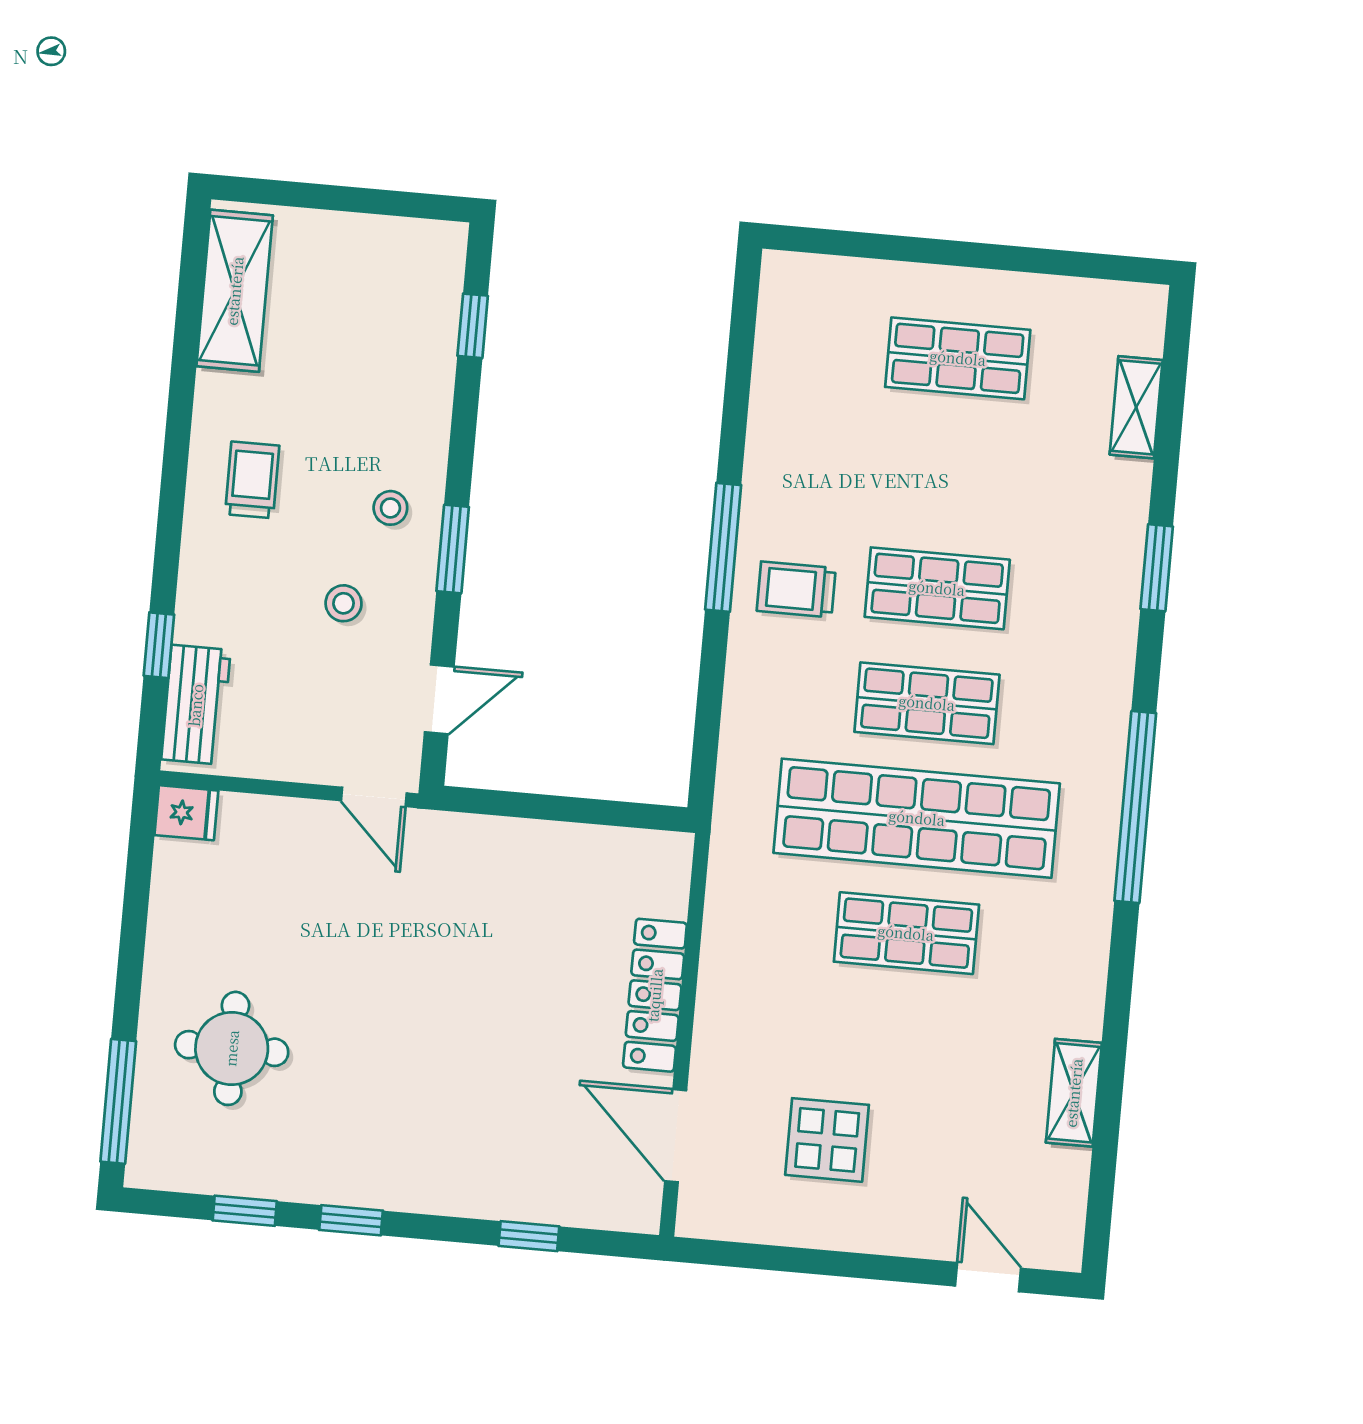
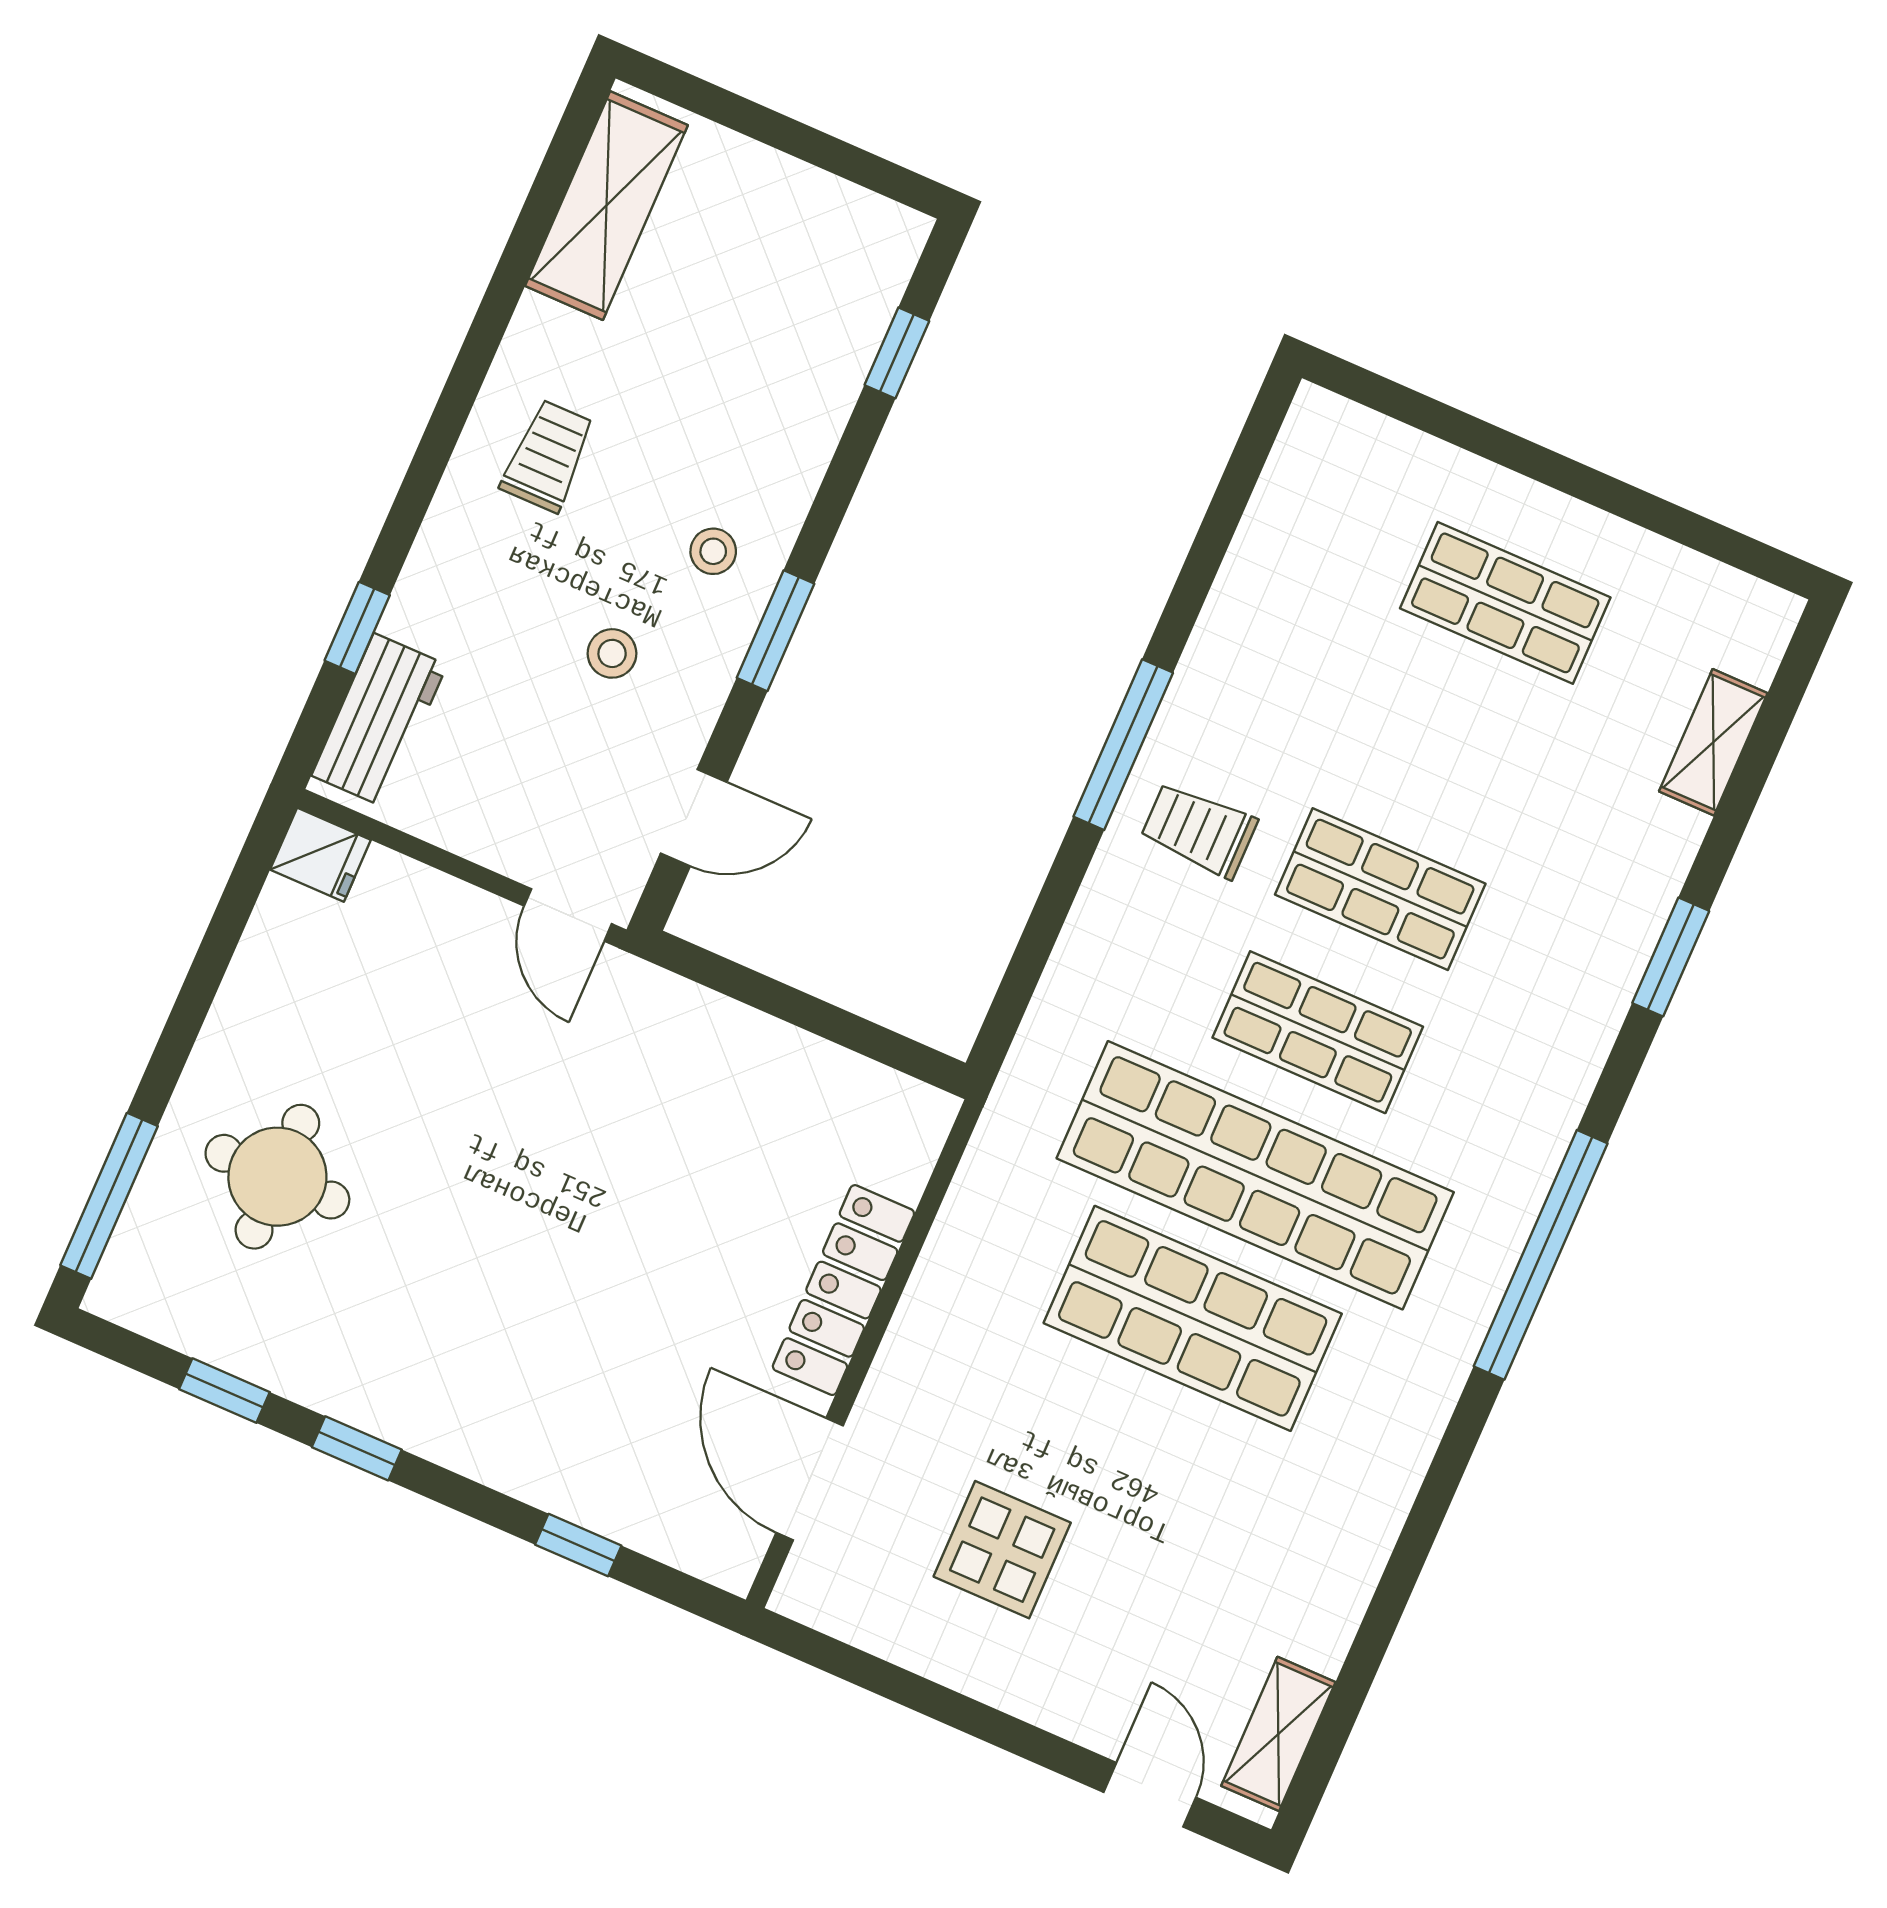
shop shelf: (906, 933) -> (1193, 1318), width x1.43, depth x1.36
shelving: (1074, 1093) -> (1278, 1734), moved

